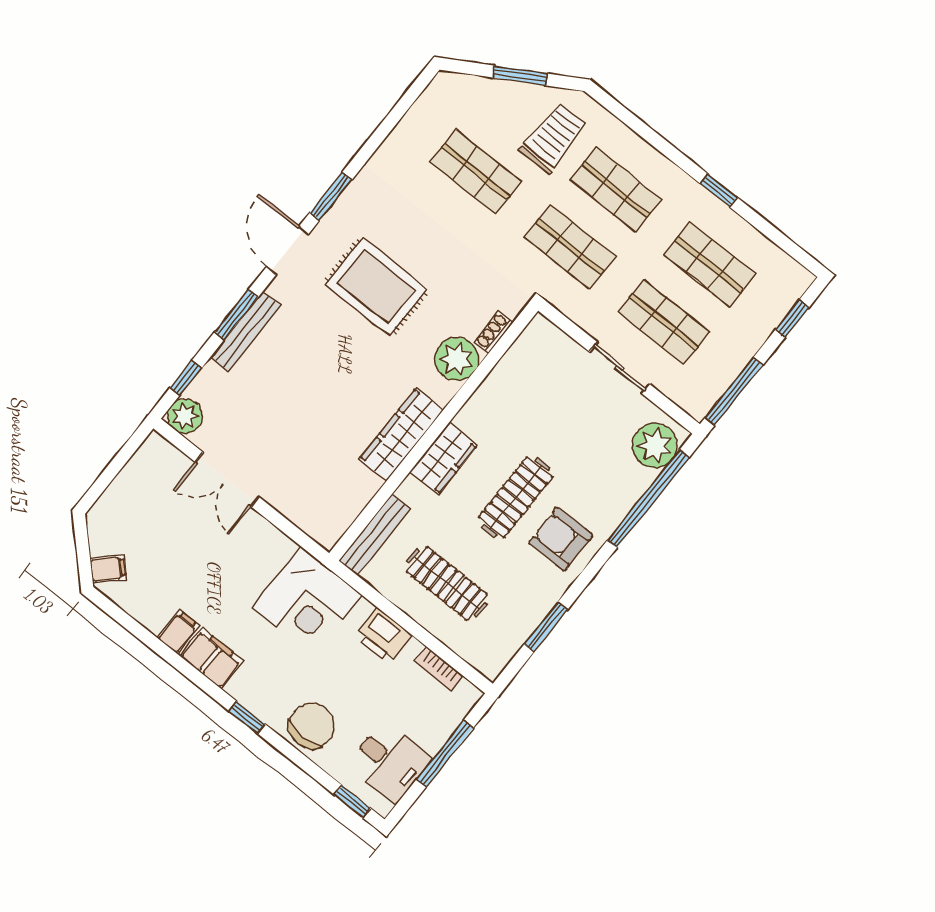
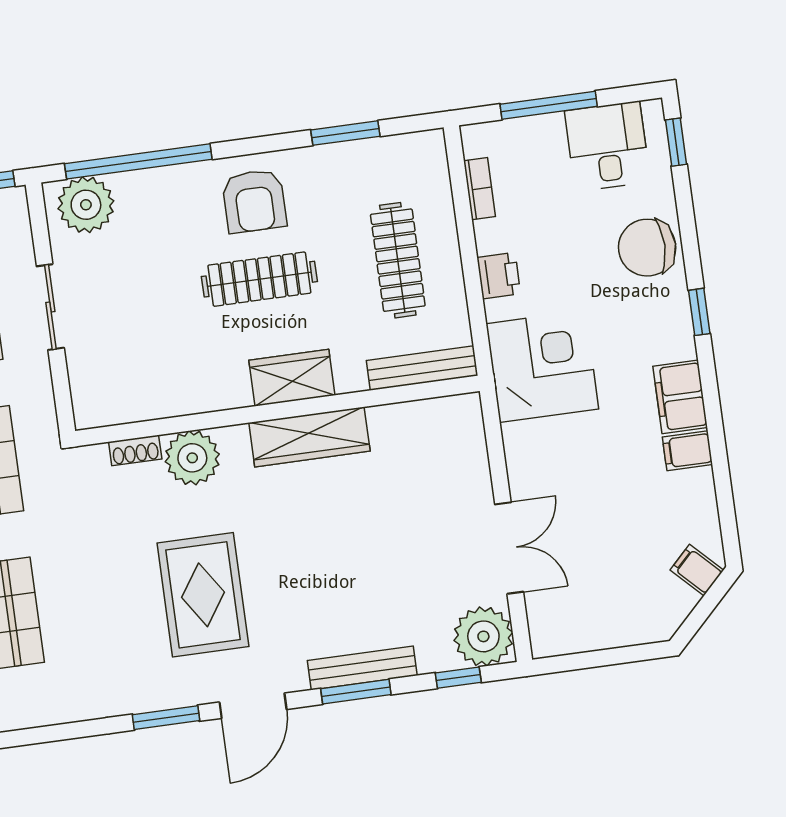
plant: (185, 416) -> (483, 636), width x1.36, depth x1.36
printer: (383, 636) -> (499, 276), width x0.73, depth x0.81

